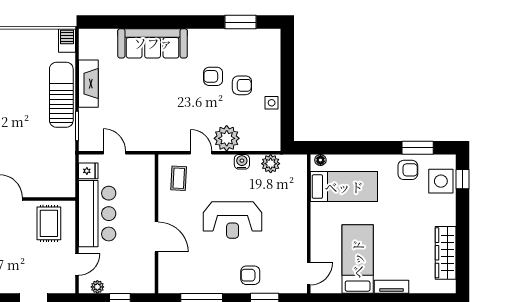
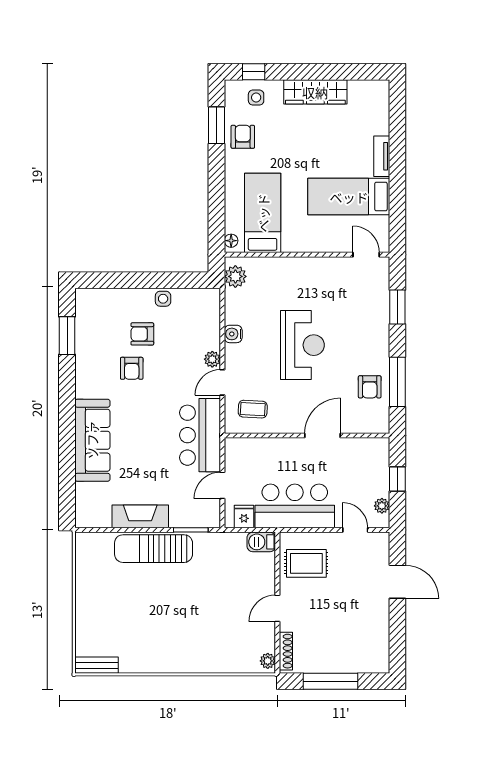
barbecue: (67, 41) -> (261, 542), moved
armchair: (242, 85) -> (142, 334), turned -90
bar counter: (157, 134) -> (200, 435), added
plant: (227, 138) -> (212, 359), width x0.53, depth x0.53
plant: (271, 164) -> (235, 276), moved
side table: (441, 181) -> (256, 98), width x0.54, depth x0.54
wardrobe: (446, 253) -> (315, 92), moved
armchair: (250, 275) -> (370, 387), moved

